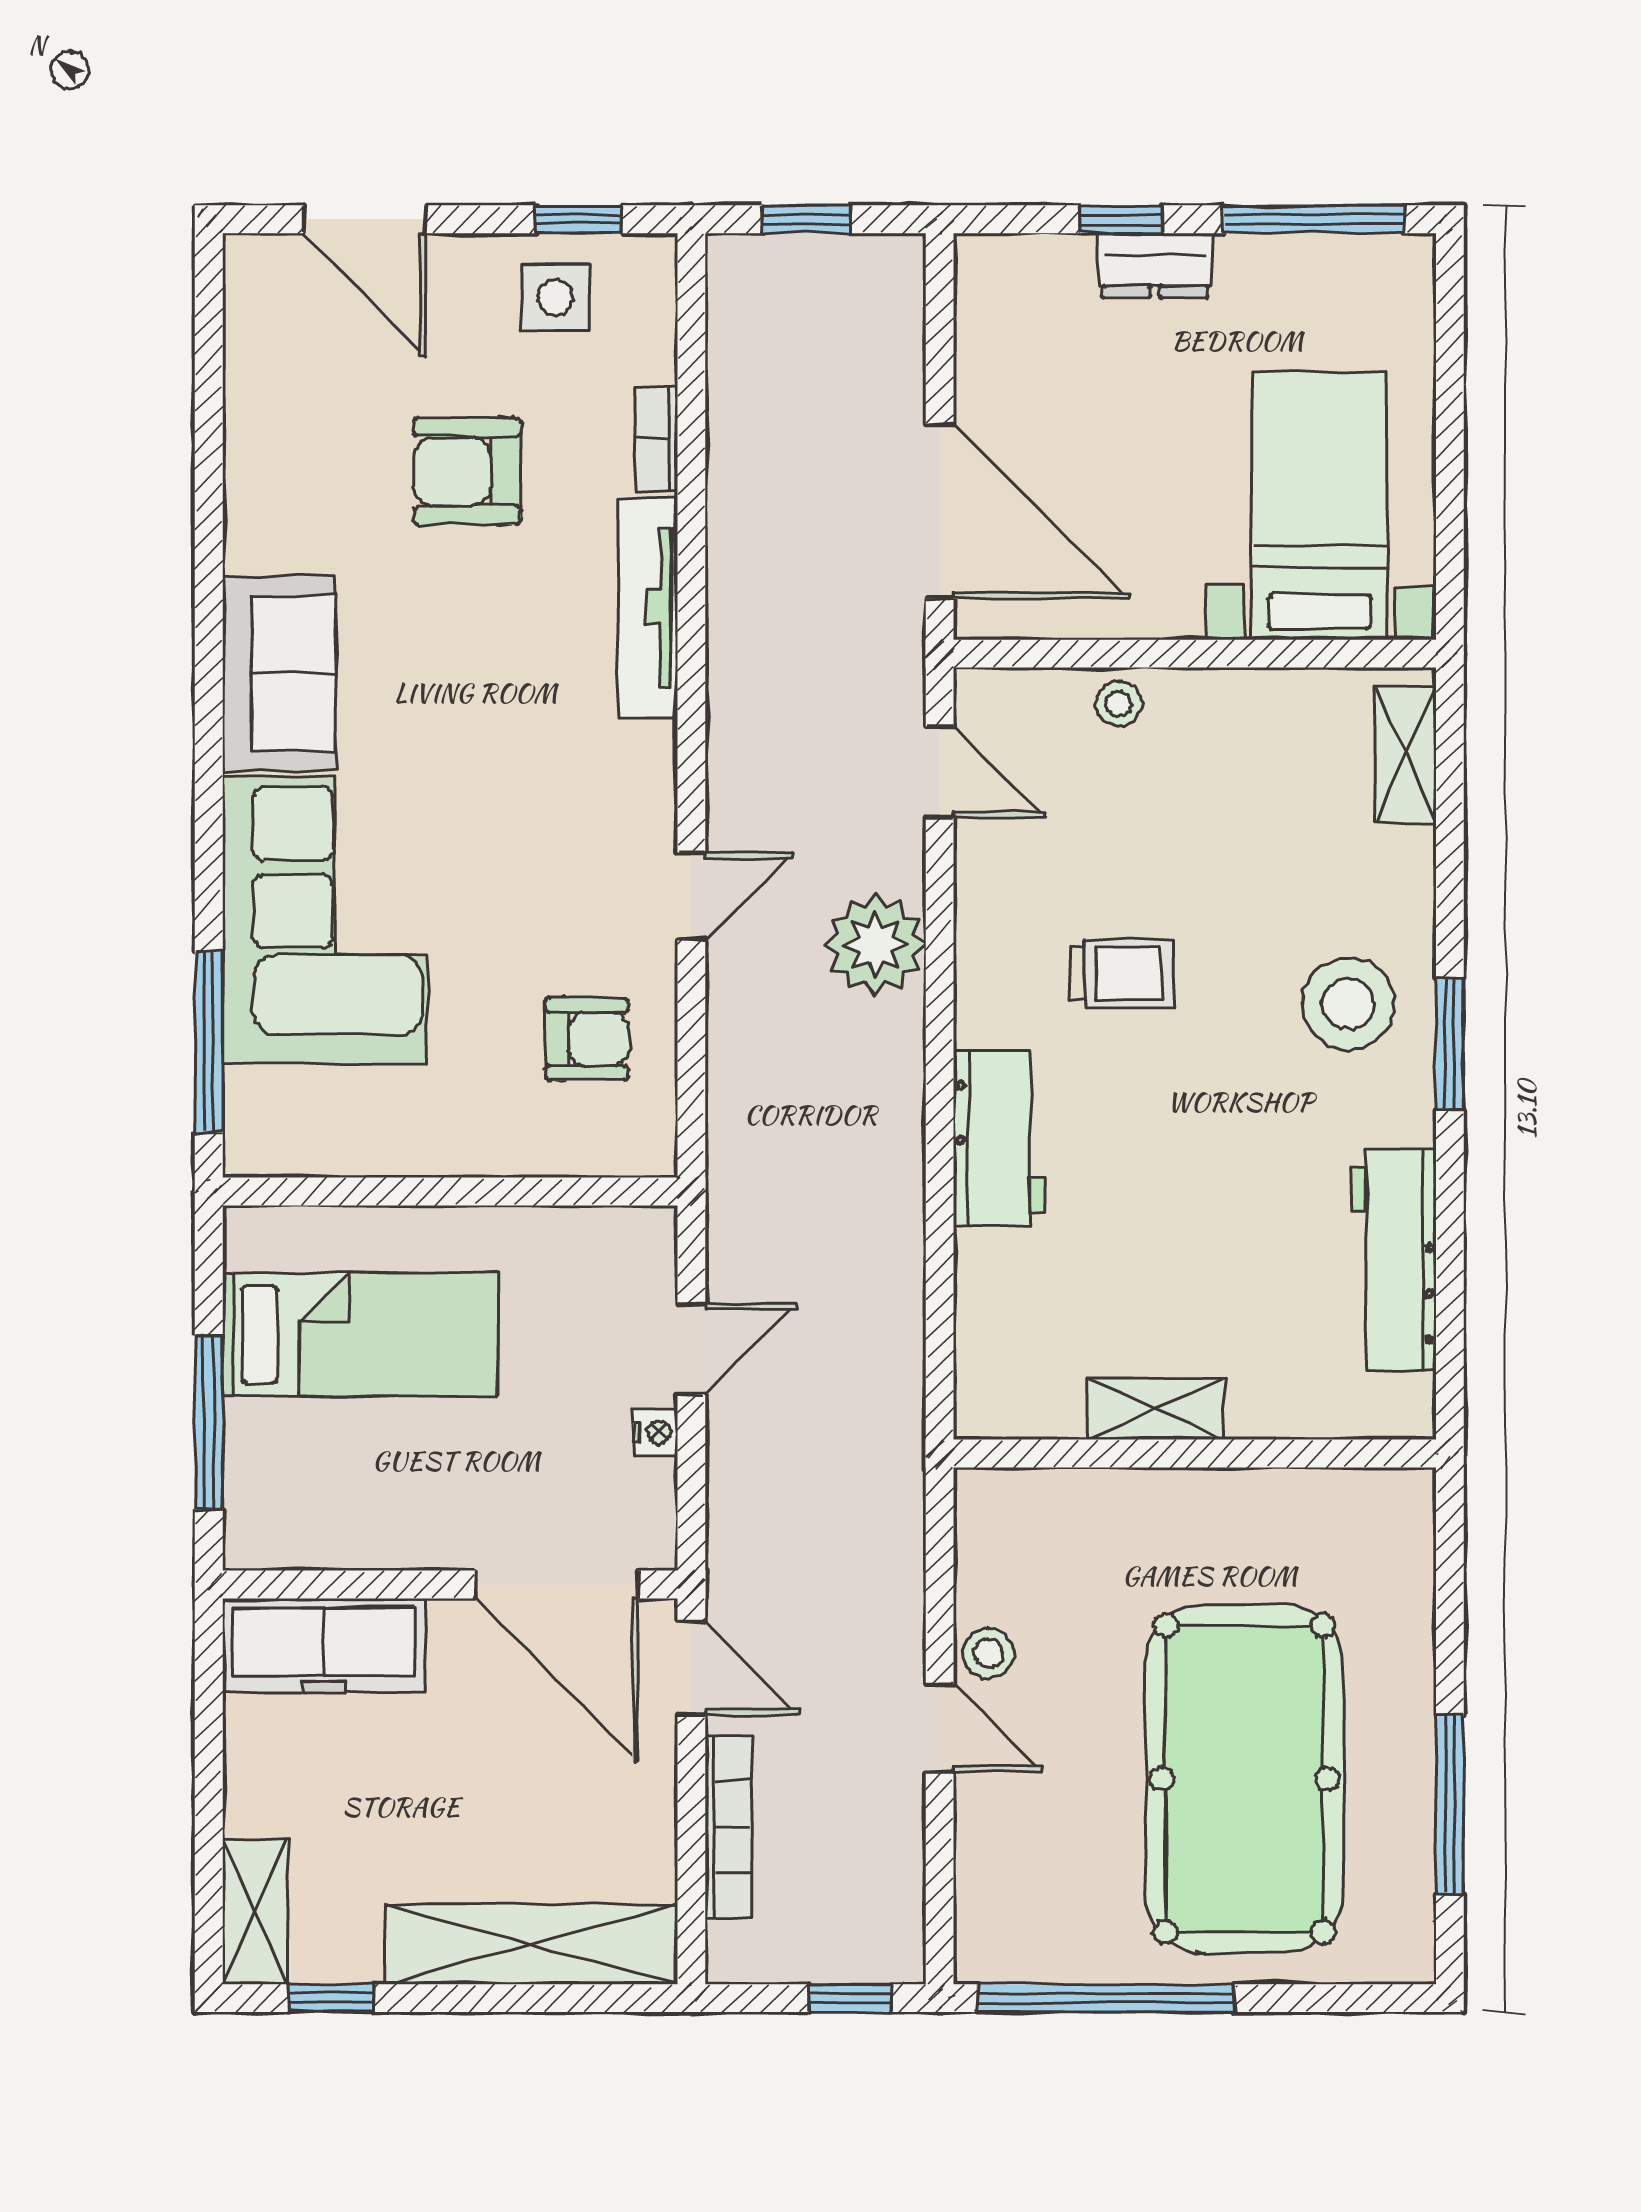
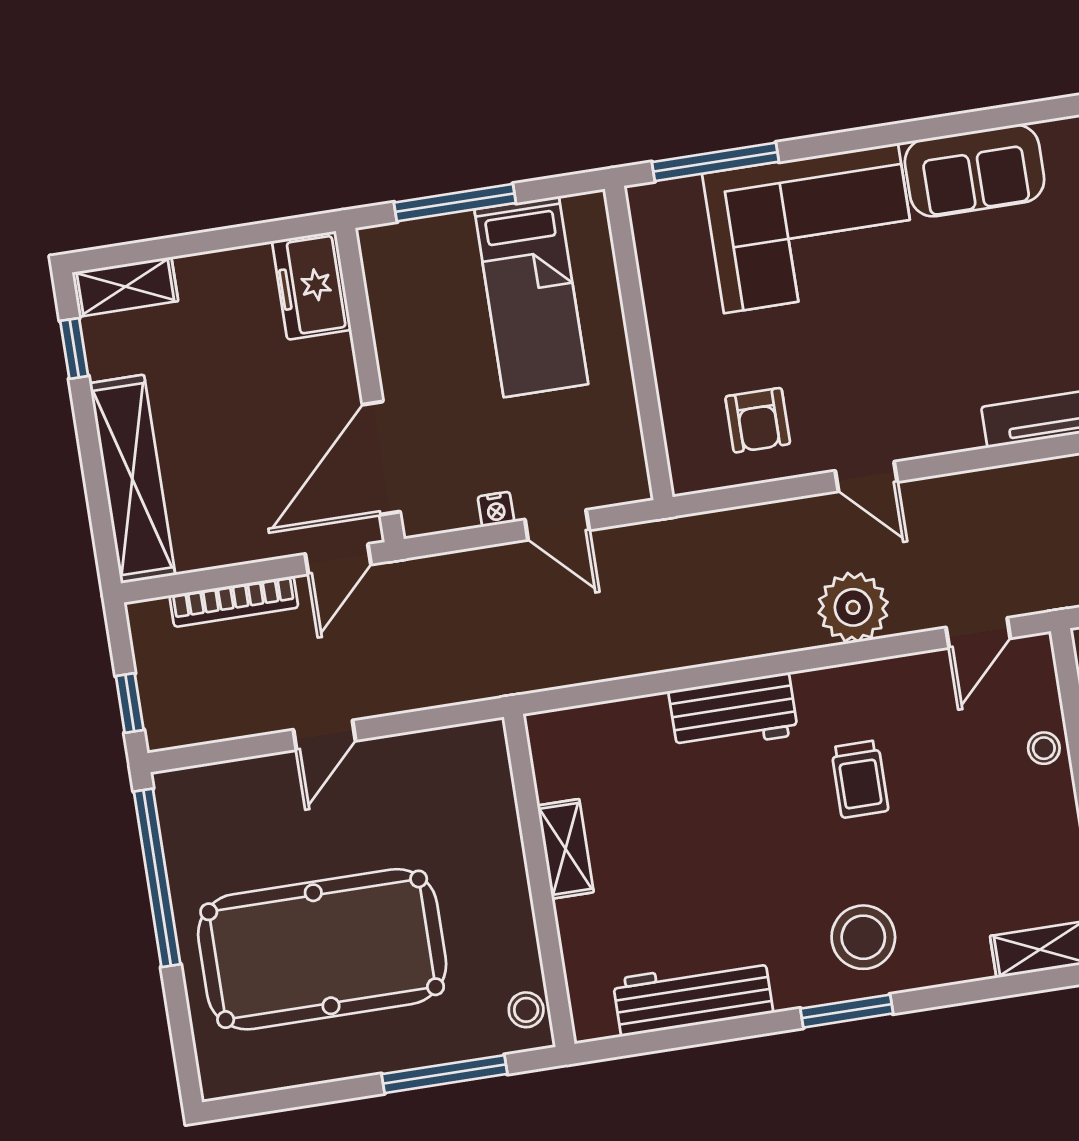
freezer: (324, 1645) -> (312, 285), width x0.71
stool: (988, 1653) -> (526, 1010), moved
window: (1450, 1805) -> (444, 1074), moved

